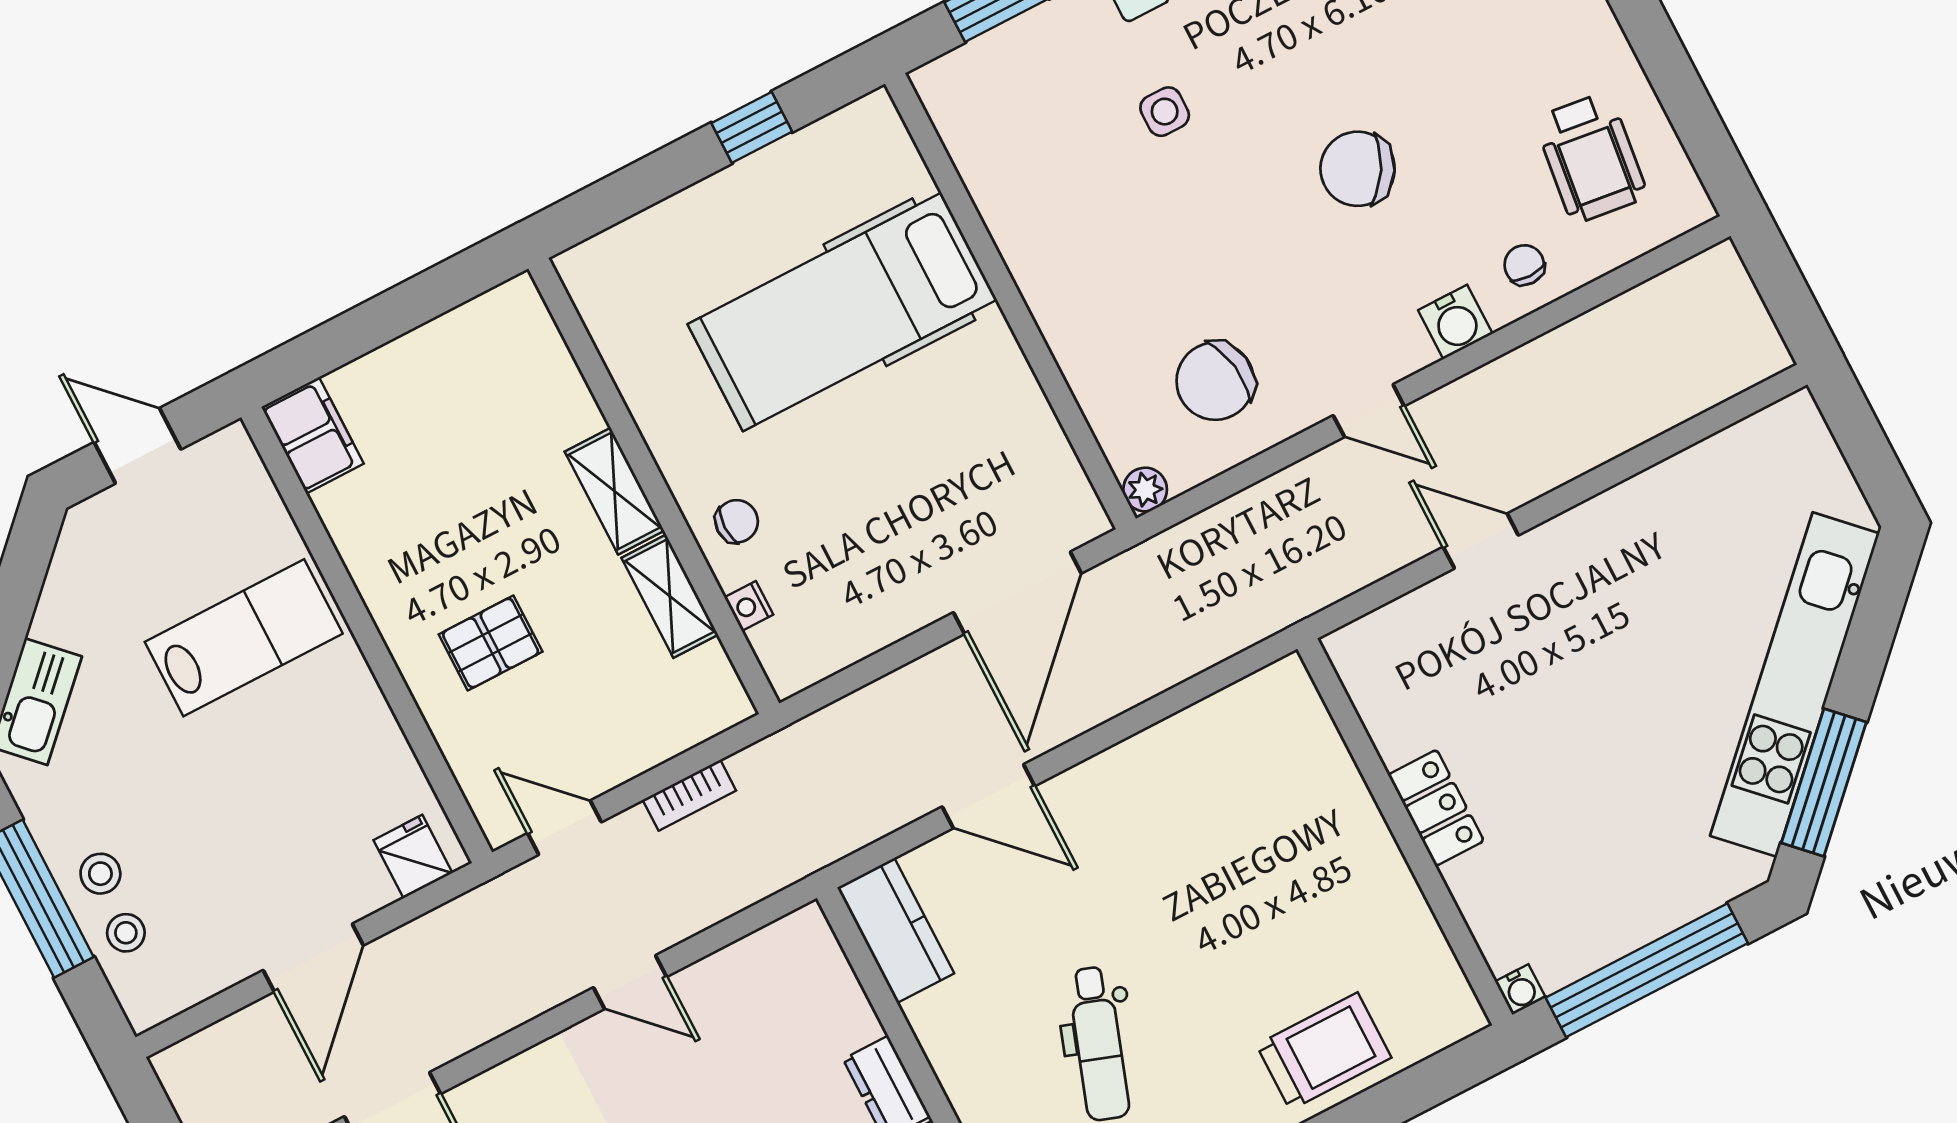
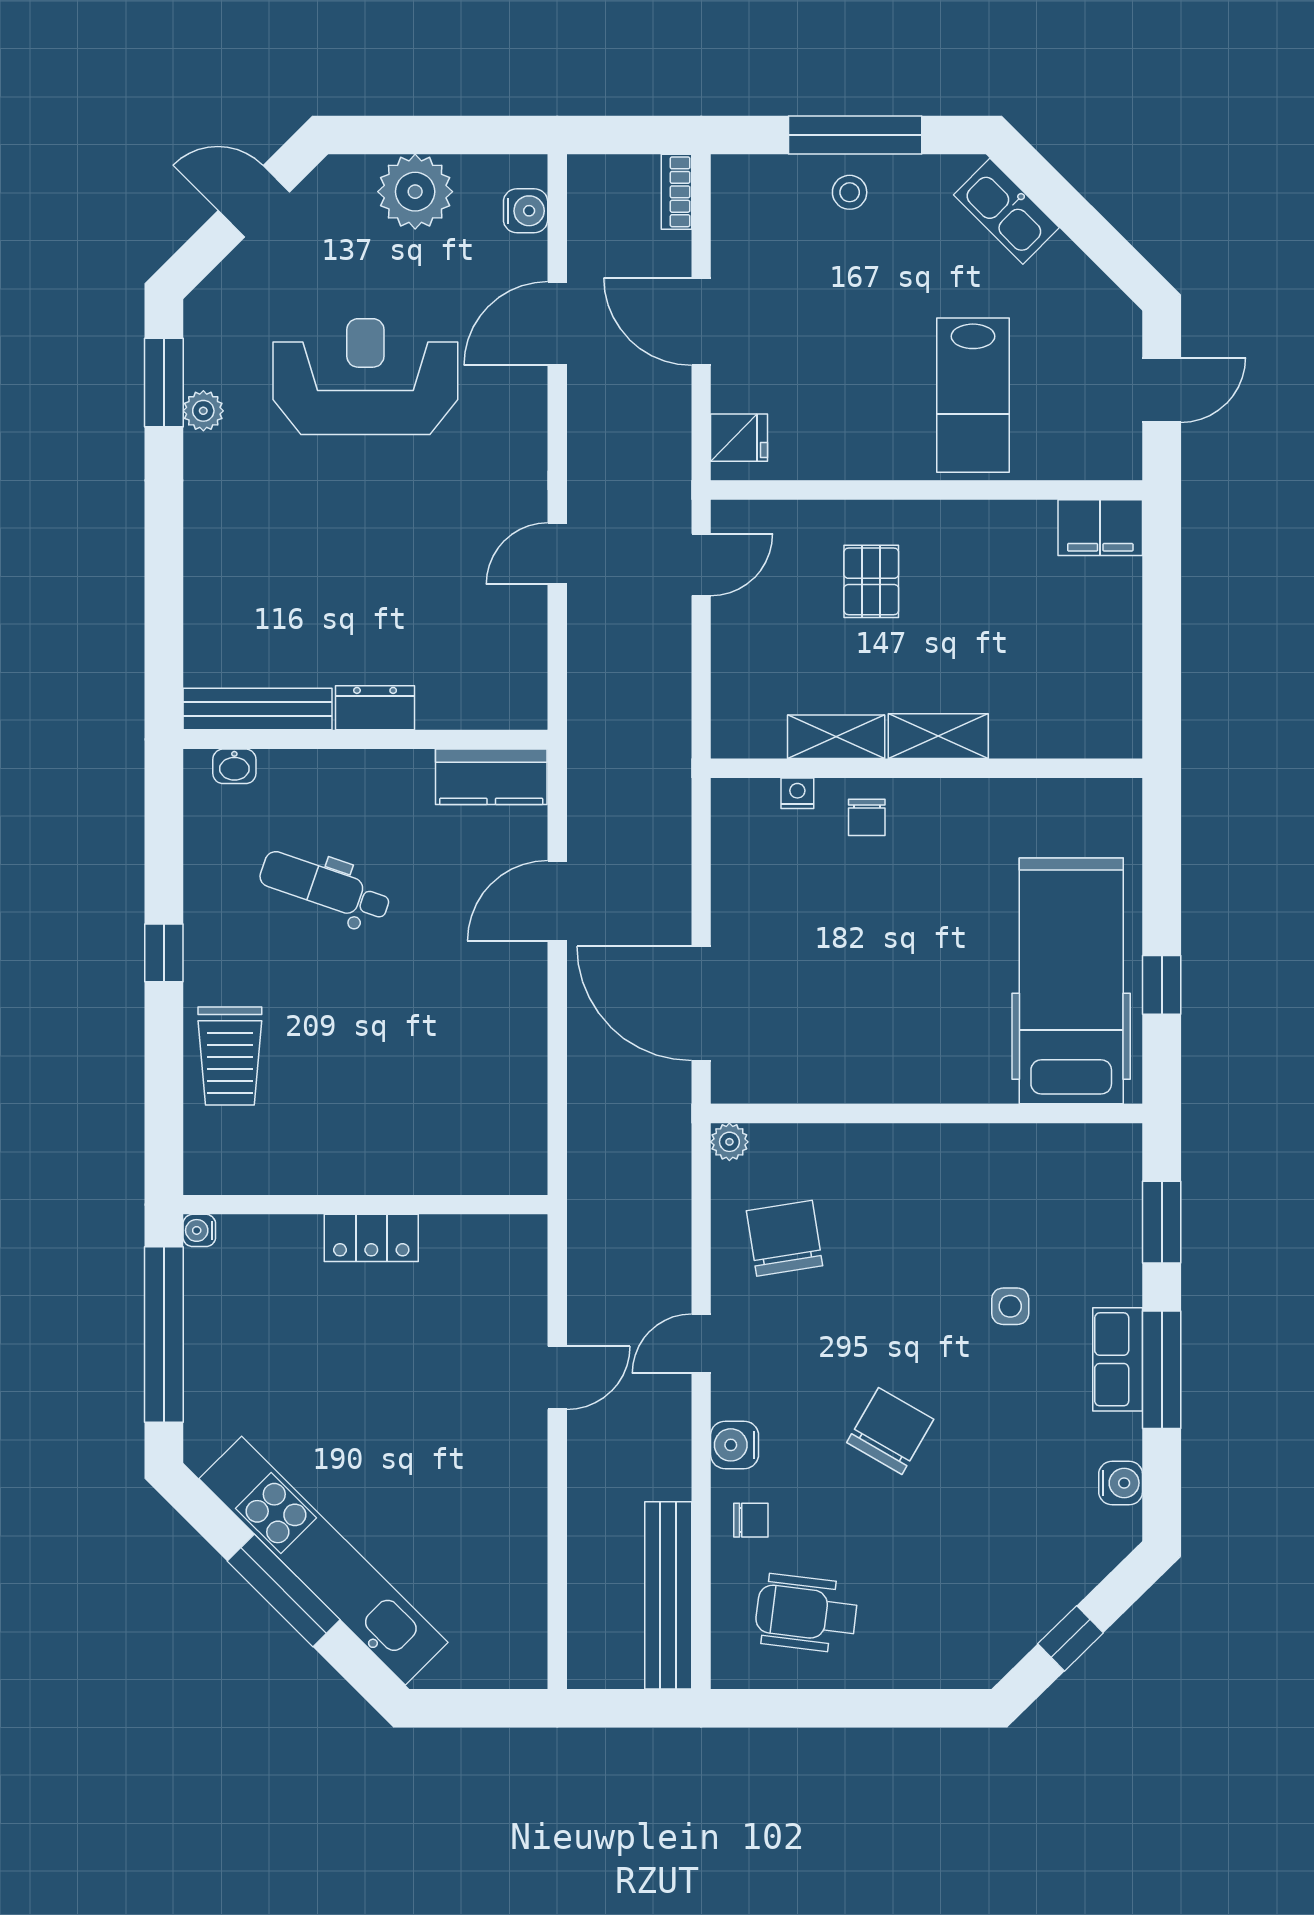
bench: (1646, 310) -> (668, 1595), added
hospital bed: (842, 312) -> (1071, 981), moved
window: (1824, 782) -> (284, 1590), moved
bookcase: (689, 795) -> (676, 192), moved
stool: (126, 933) -> (794, 188), removed

